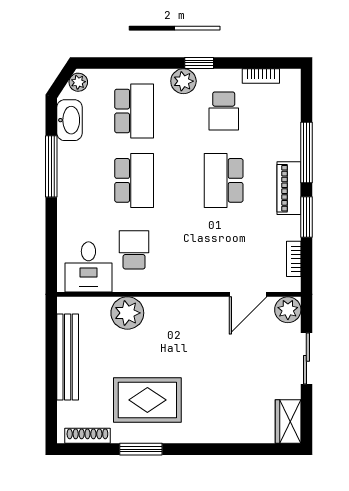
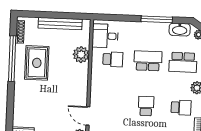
school desk: (224, 111) -> (181, 108), turned 180
school desk: (134, 180) -> (148, 61), turned 180
school desk: (224, 180) -> (146, 106), width x0.54
window: (141, 449) -> (12, 59), width x2.11

